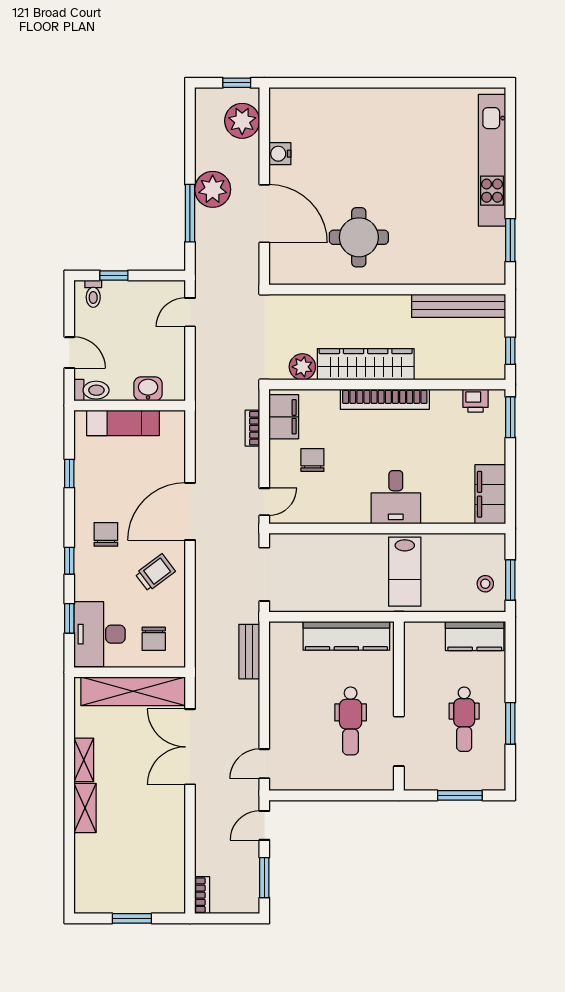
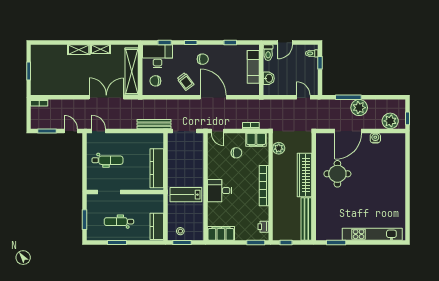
wardrobe: (366, 364) -> (305, 175), moved, turned 180
bench: (249, 652) -> (154, 124), width x1.36
dental chair: (351, 721) -> (107, 160), moved, turned 180

